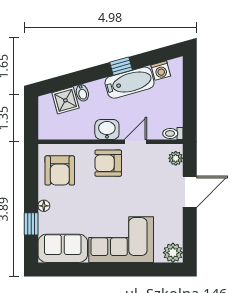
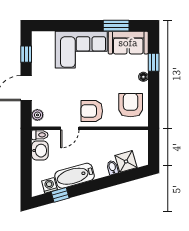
window: (121, 66) -> (60, 195), moved
washbasin: (107, 129) -> (40, 151), moved, turned -90
armchair: (108, 163) -> (92, 111), turned 180
window: (190, 234) -> (26, 54), added
plant: (173, 253) -> (40, 39), removed
window: (78, 269) -> (116, 26), added

